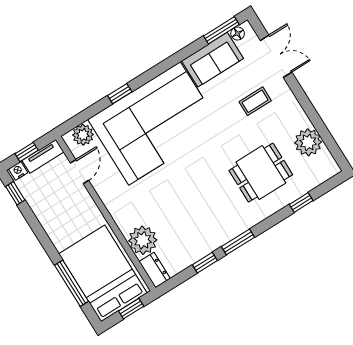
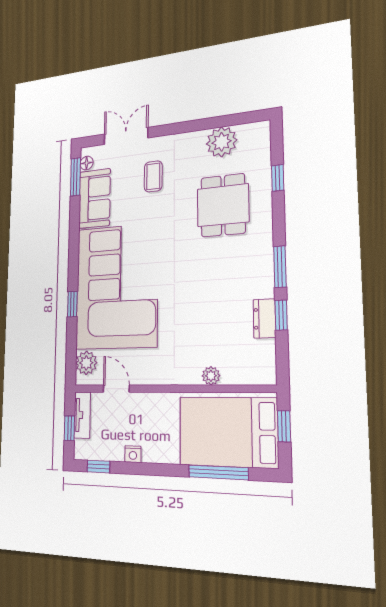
nightstand: (18, 171) -> (133, 454), moved, turned -90
plant: (143, 240) -> (211, 376), width x0.53, depth x0.53
dresser: (155, 270) -> (264, 319), moved, turned -90

